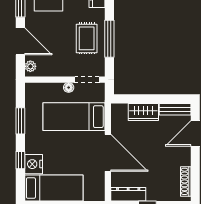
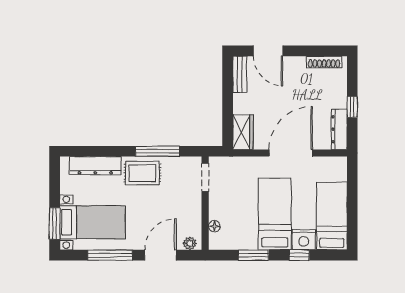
rug: (87, 38) -> (142, 173), moved
floor lamp: (69, 88) -> (214, 226), moved
wardrobe: (143, 112) -> (243, 132), moved
bed: (74, 117) -> (275, 214), moved, turned 180

